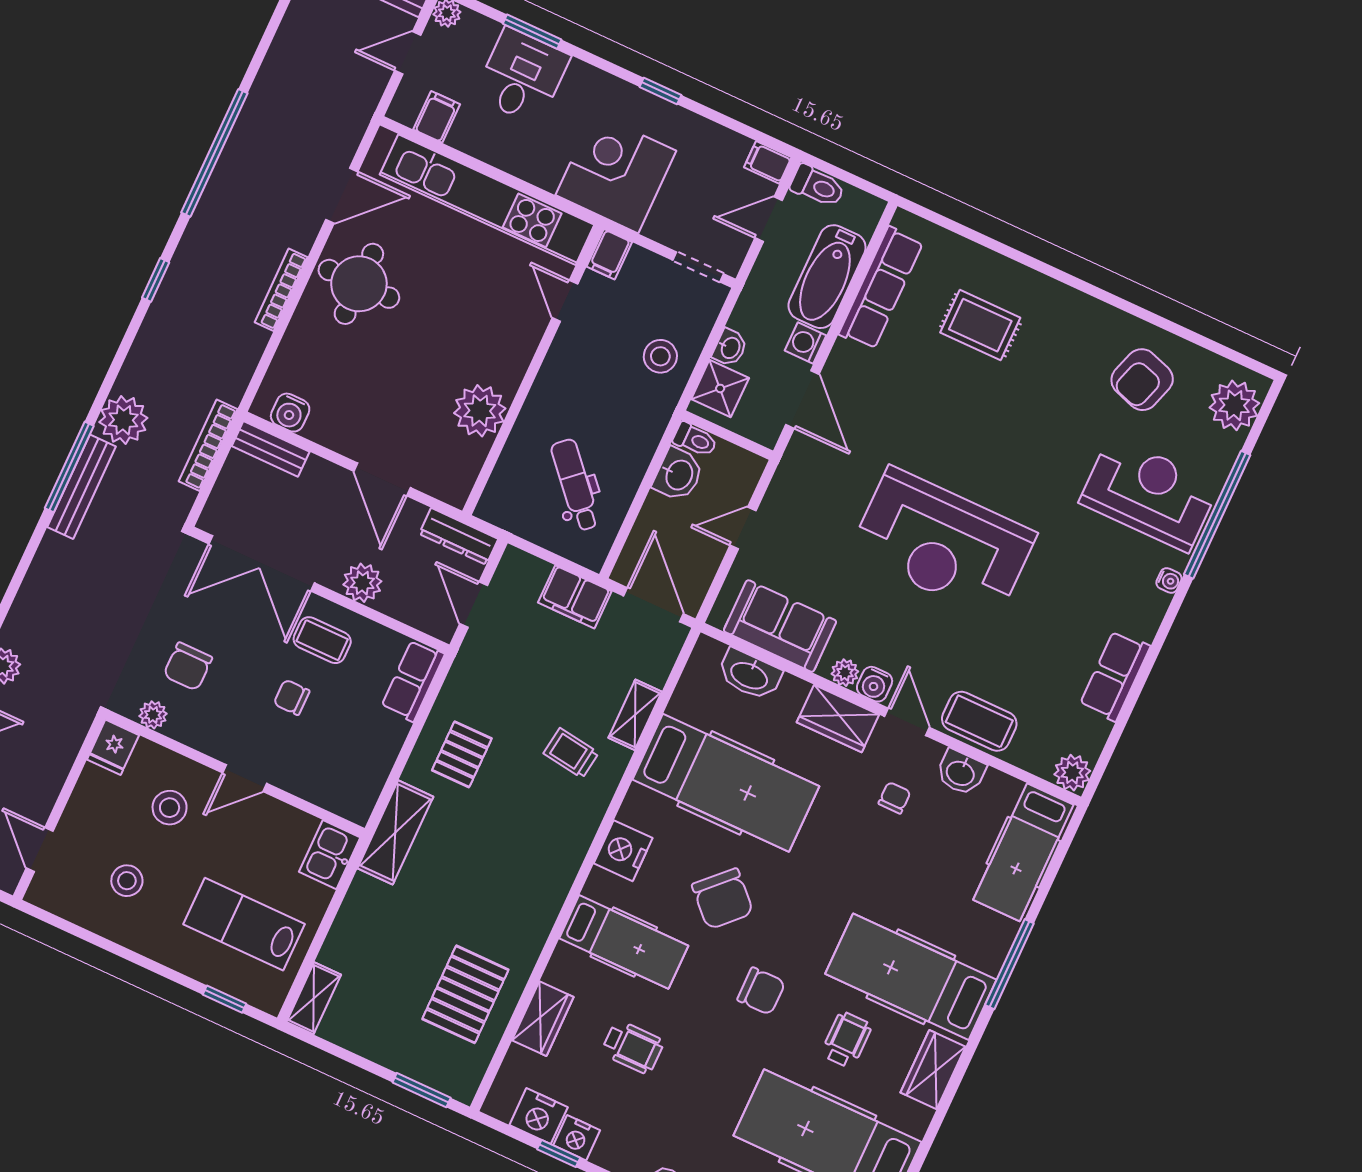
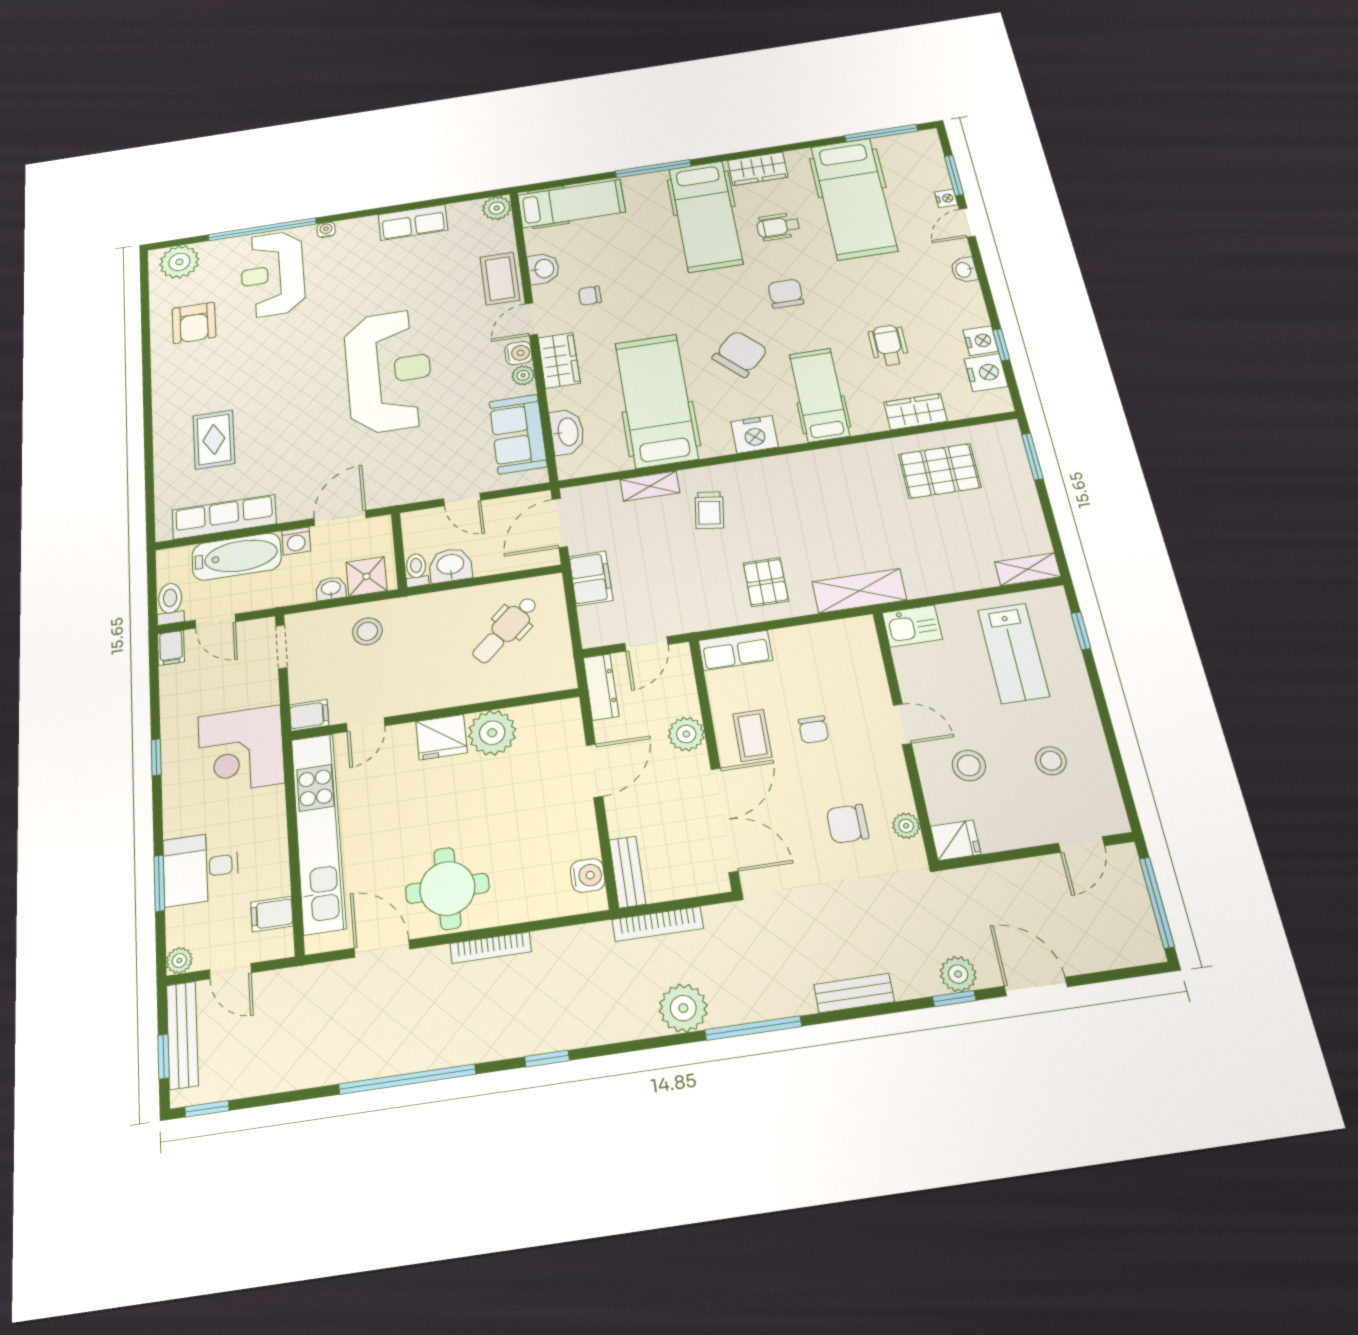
fridge: (506, 363) -> (441, 737), added
armchair: (1142, 380) -> (194, 323), turned 72
bench: (82, 487) -> (854, 993), moved, width x0.73
chair: (188, 666) -> (848, 824), turned 180
pallet: (462, 754) -> (766, 582), turned 90

